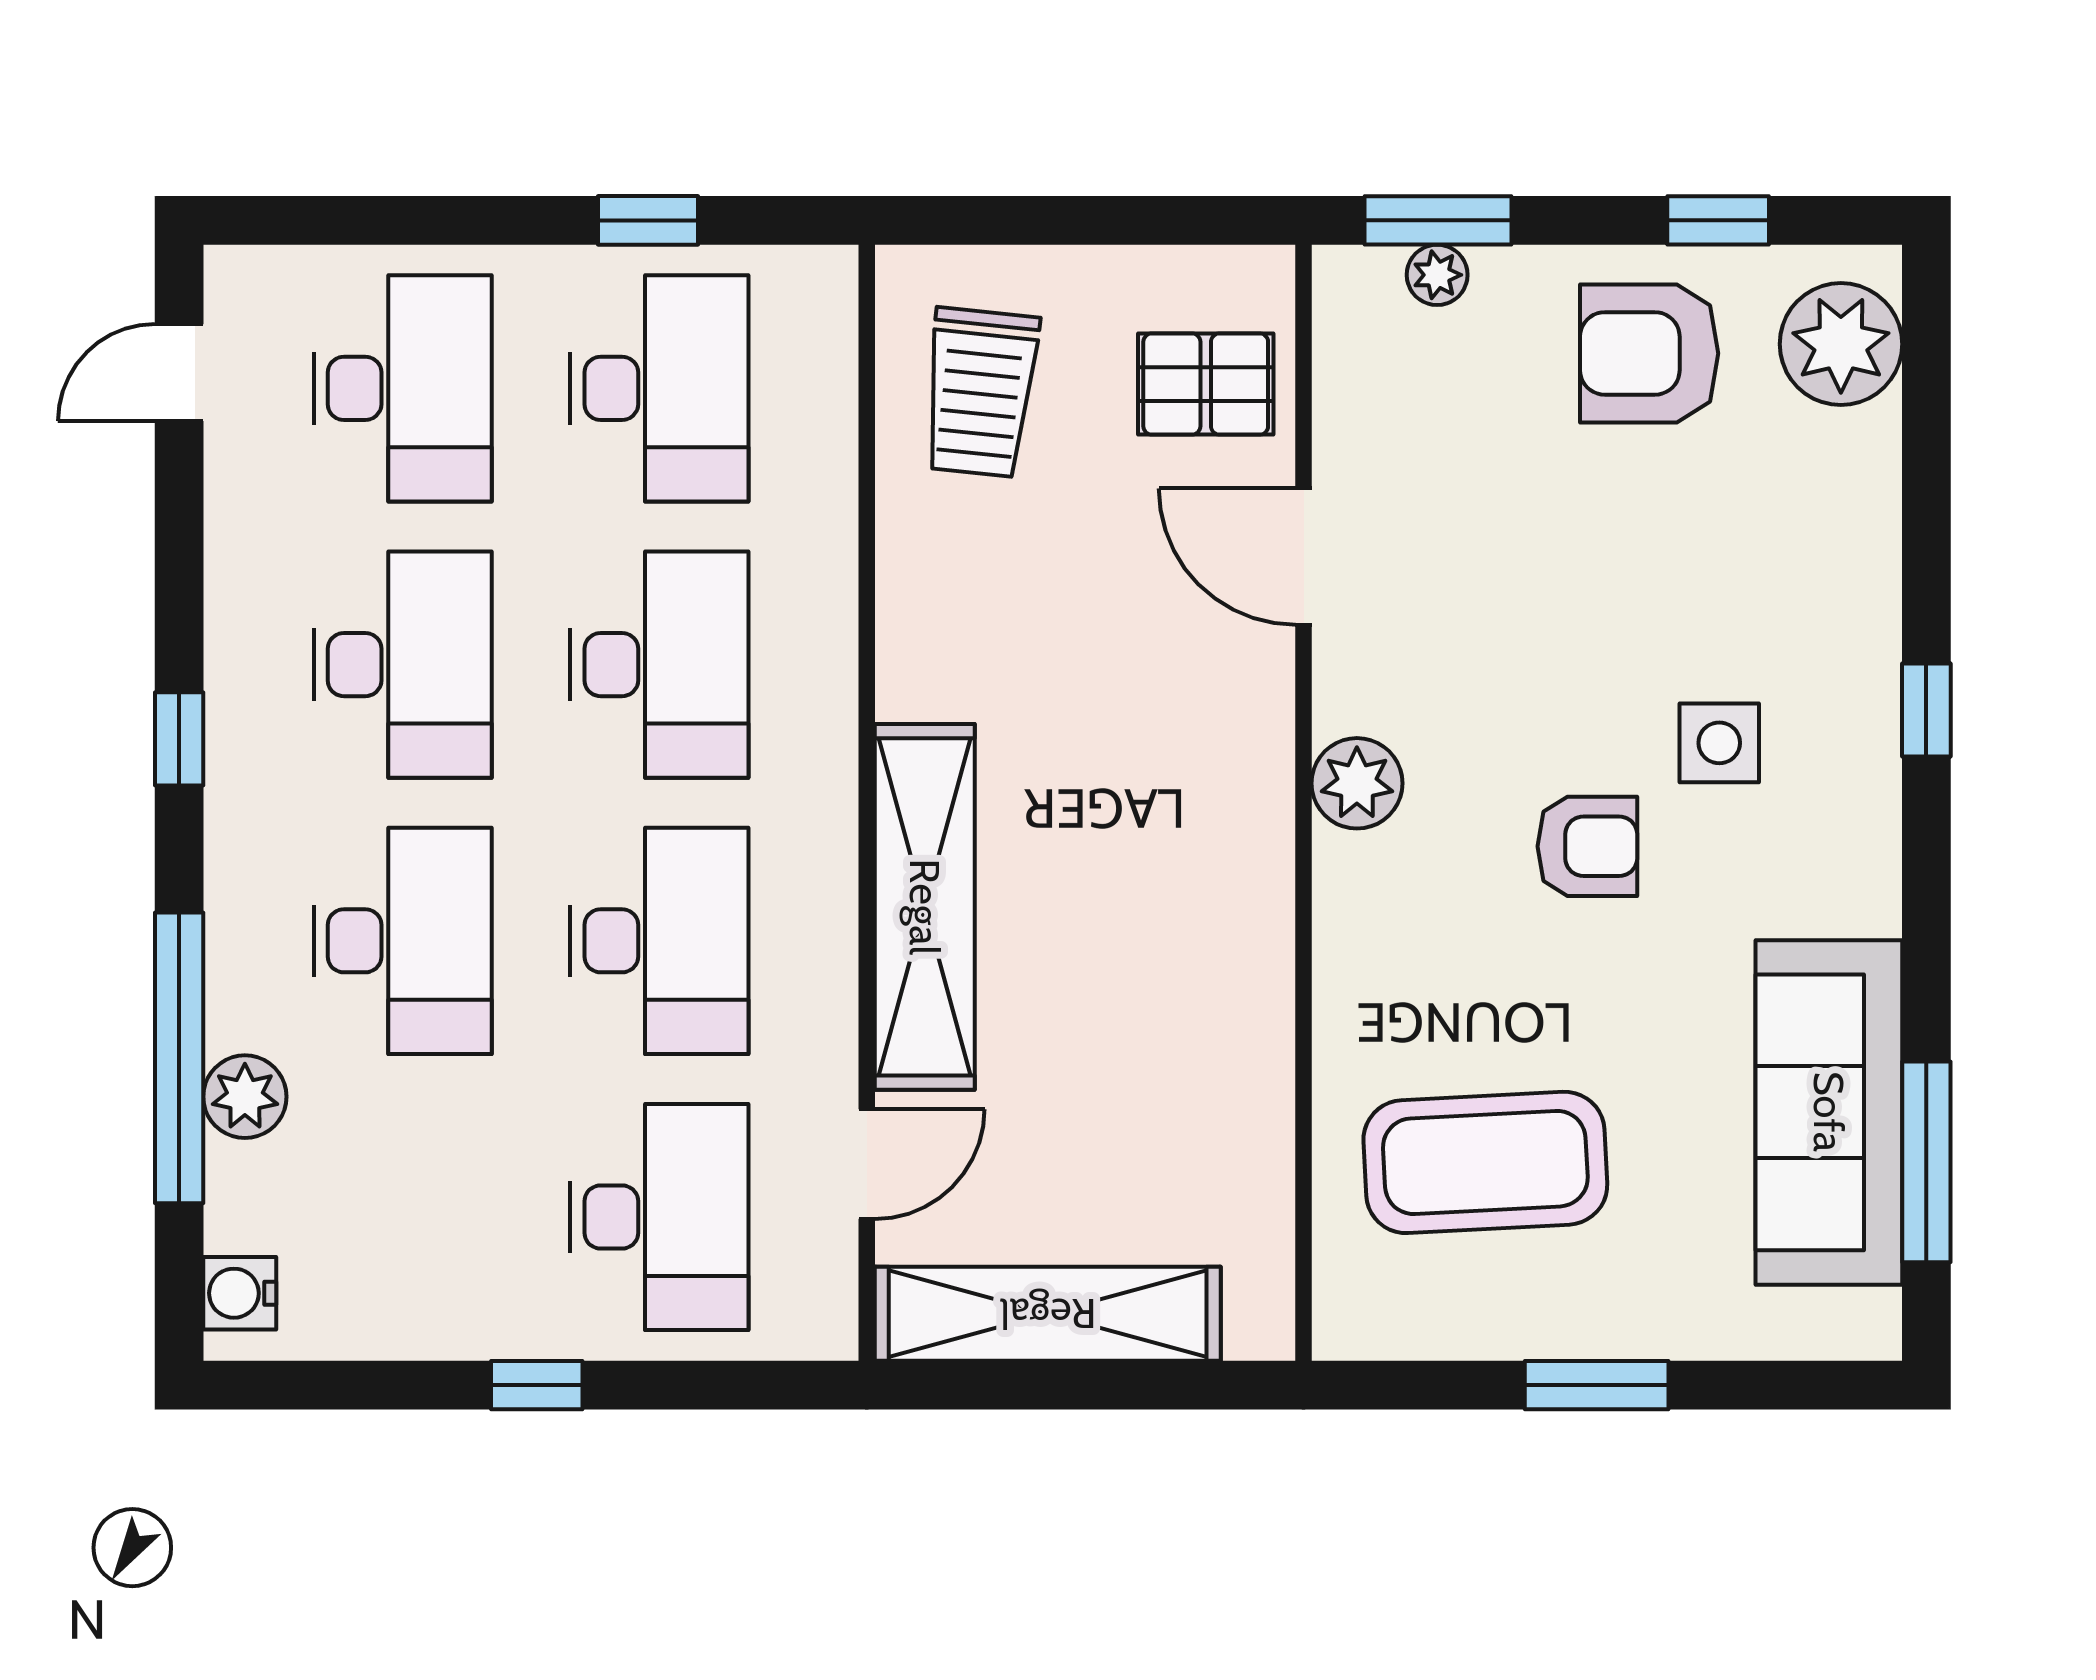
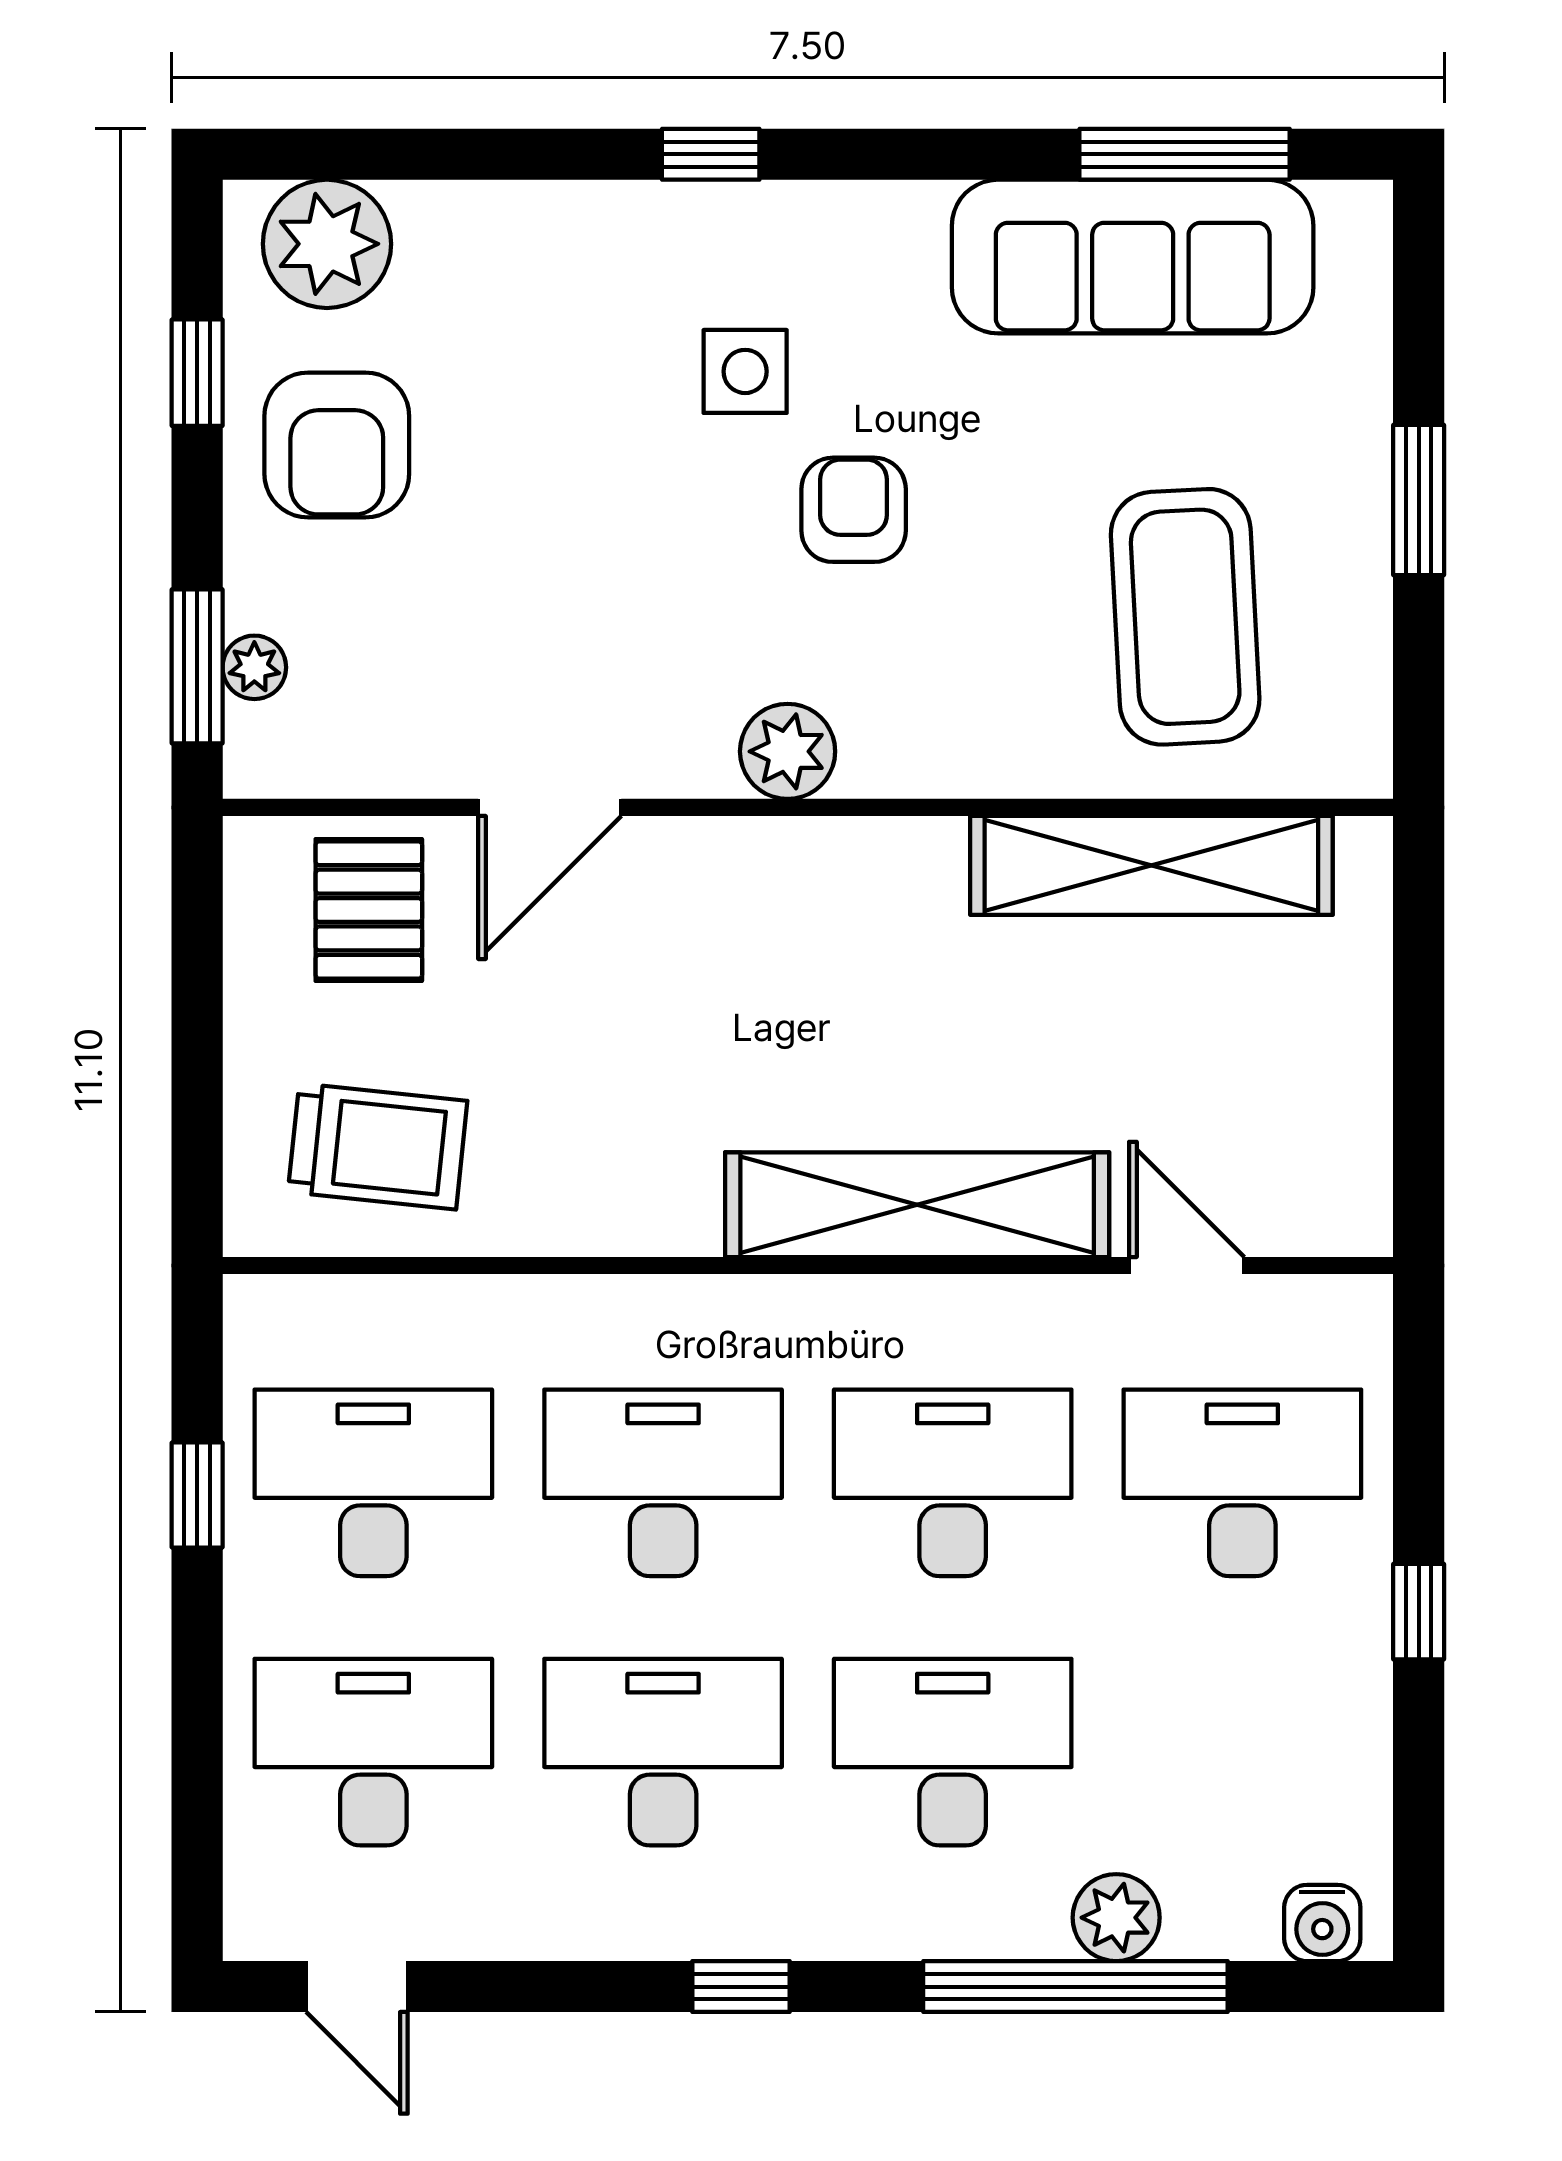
shelving: (1048, 1314) -> (1151, 865), moved, turned 90

